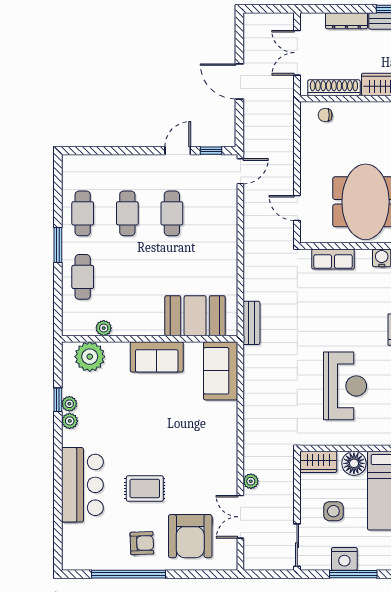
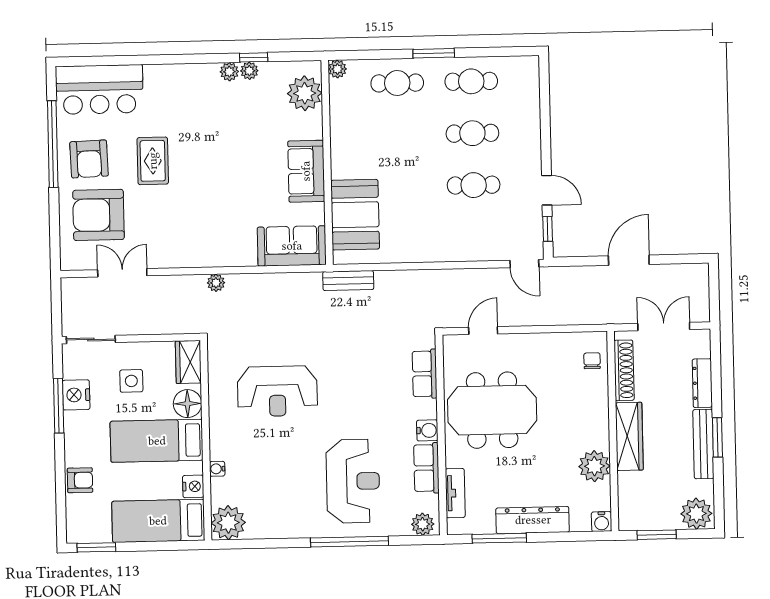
plant: (104, 328) -> (337, 69), moved
plant: (251, 481) -> (216, 283), moved
bar counter: (82, 485) -> (99, 89), moved
armchair: (142, 543) -> (89, 159), width x1.38, depth x1.38

